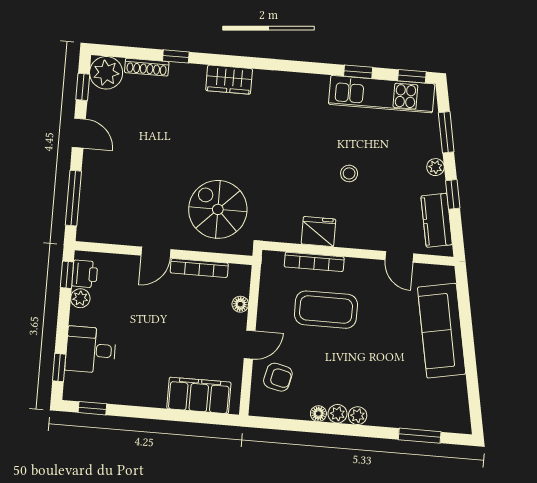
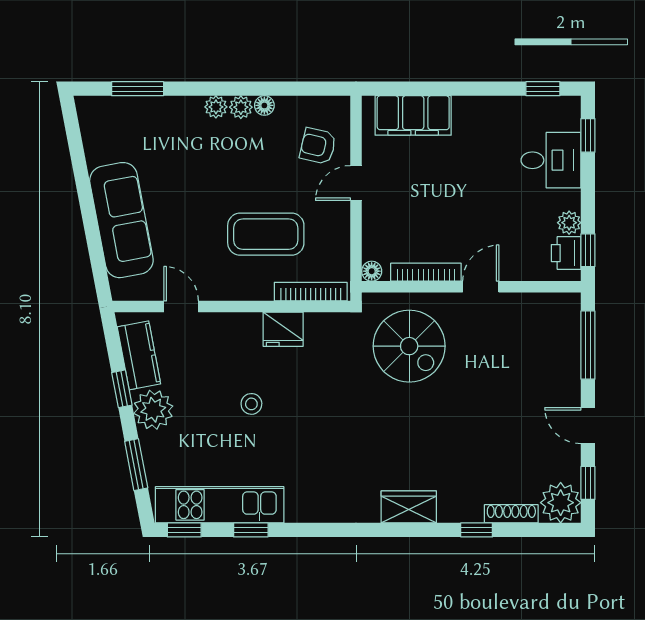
plant: (435, 167) -> (153, 410), width x1.87, depth x1.87
bookcase: (314, 262) -> (311, 292), moved
floor lamp: (240, 304) -> (372, 271), moved

